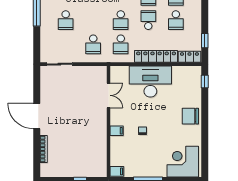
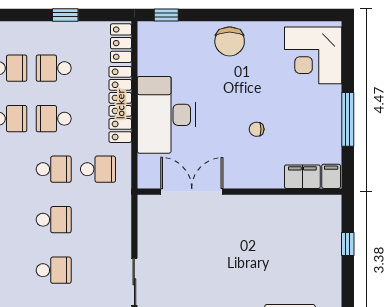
school desk: (176, 20) -> (54, 68), turned 180
window: (205, 41) -> (65, 15), moved
school desk: (93, 44) -> (54, 220), moved
double door: (108, 95) -> (192, 192), width x1.37
filing cabinet: (117, 131) -> (302, 177), moved, width x2.00

